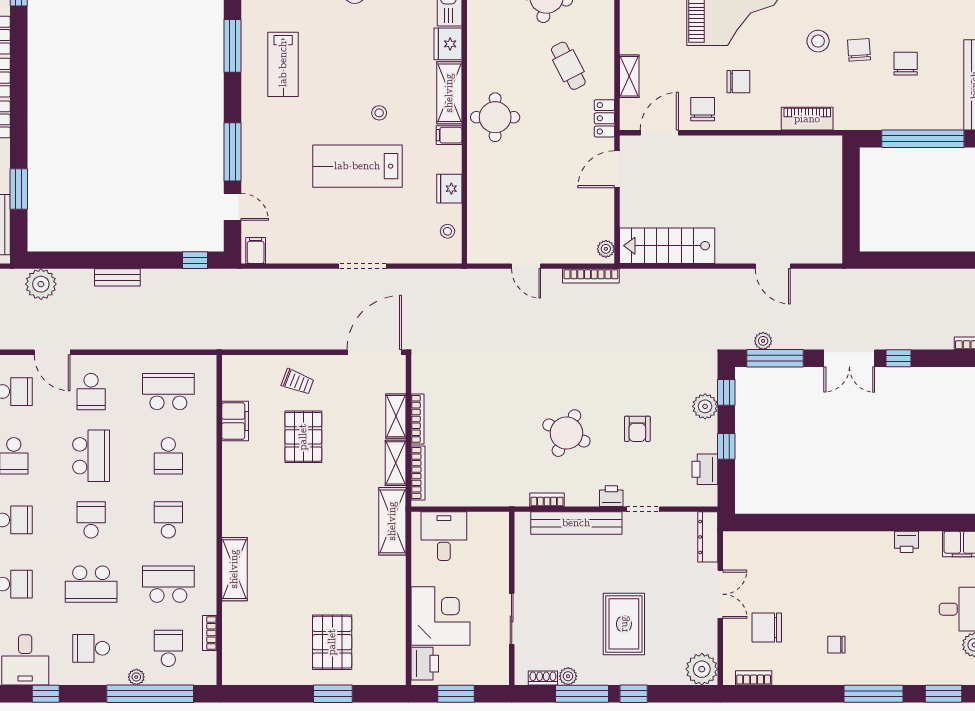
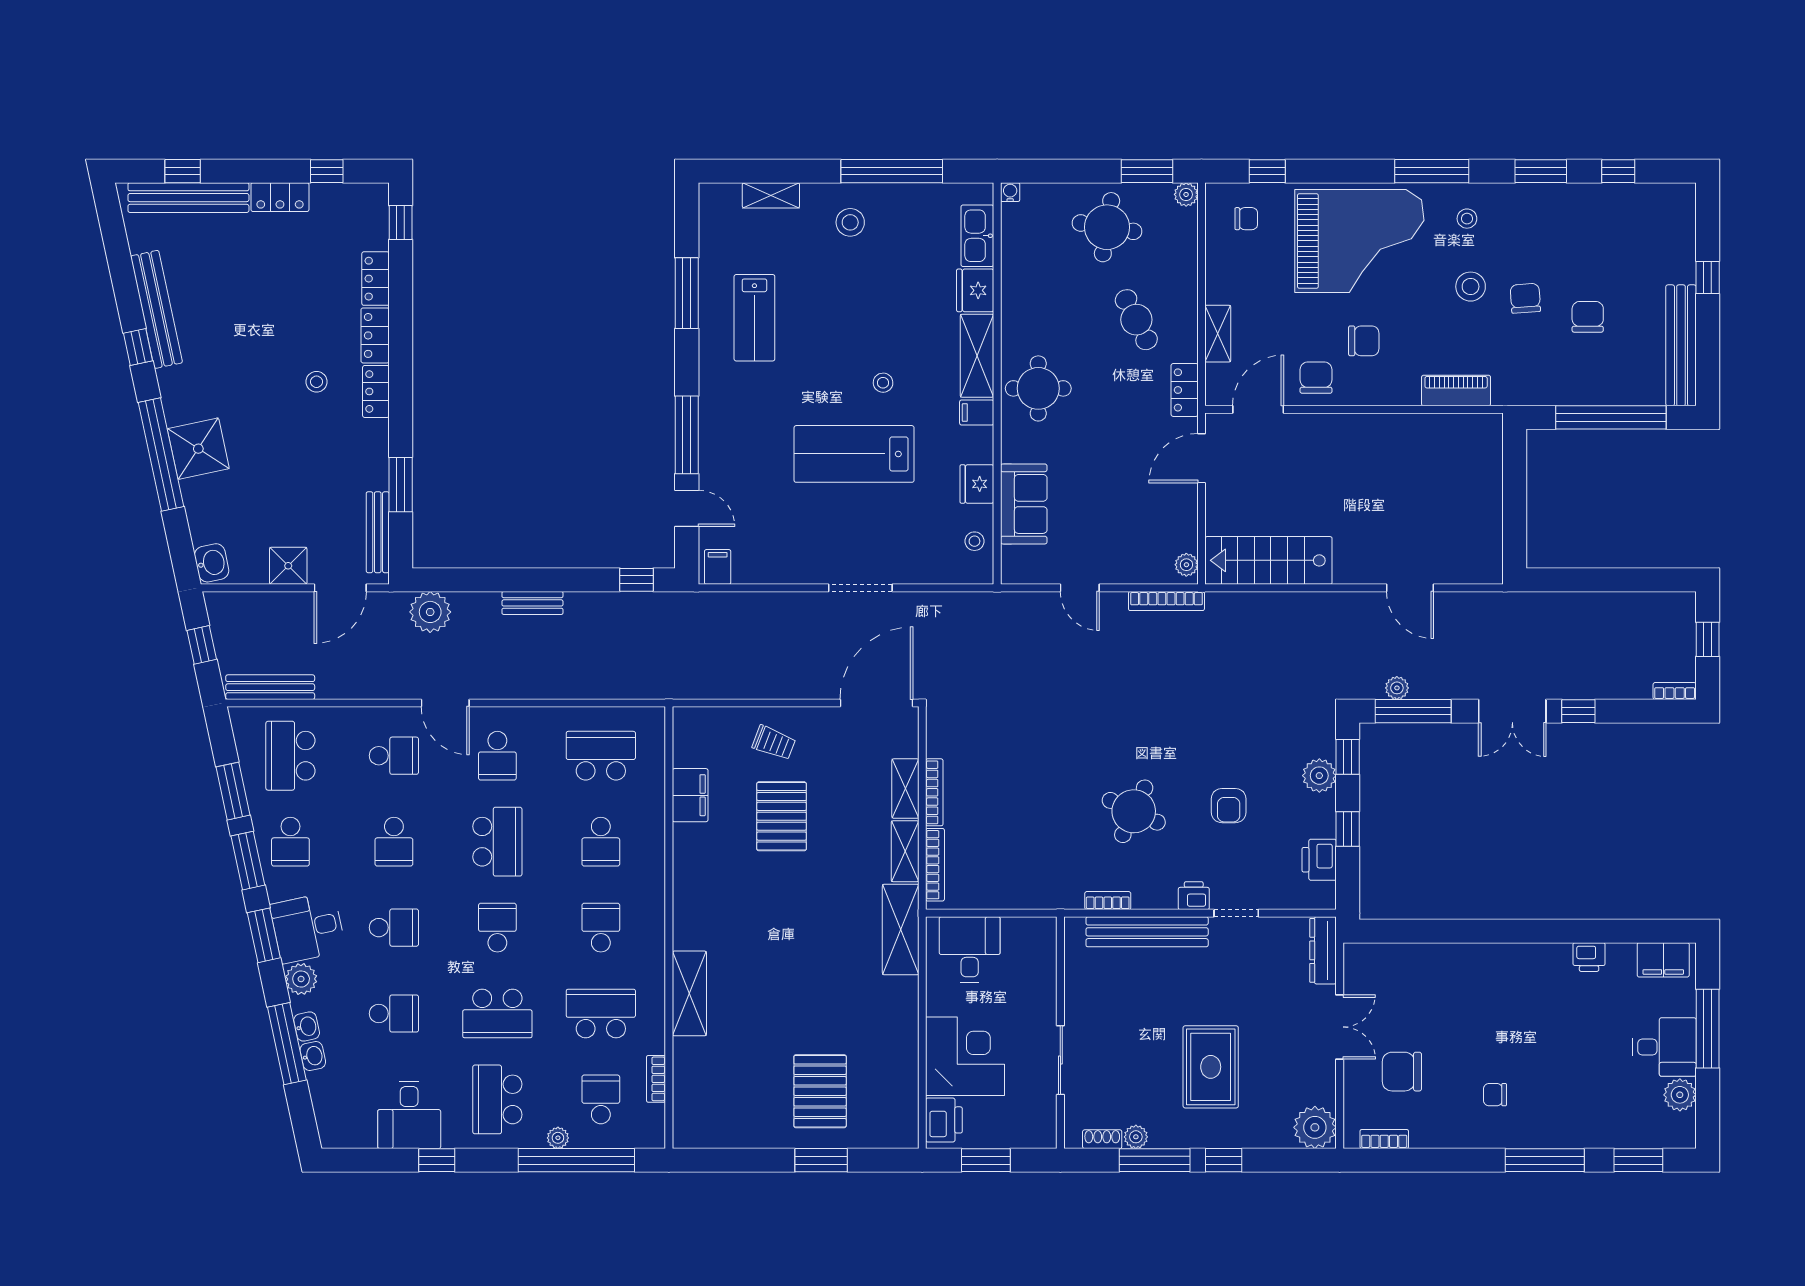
sofa: (484, 203) -> (1024, 504), added
school desk: (91, 648) -> (497, 1099), width x1.85

